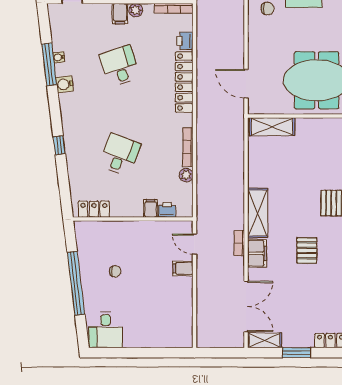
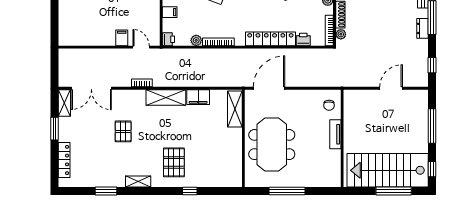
door: (246, 84) -> (269, 88), width x1.36
printer: (167, 210) -> (168, 39), moved
door: (195, 244) -> (141, 47), hinge flipped
pallet: (307, 250) -> (123, 131), moved, turned 90
filing cabinet: (257, 253) -> (198, 97), moved

